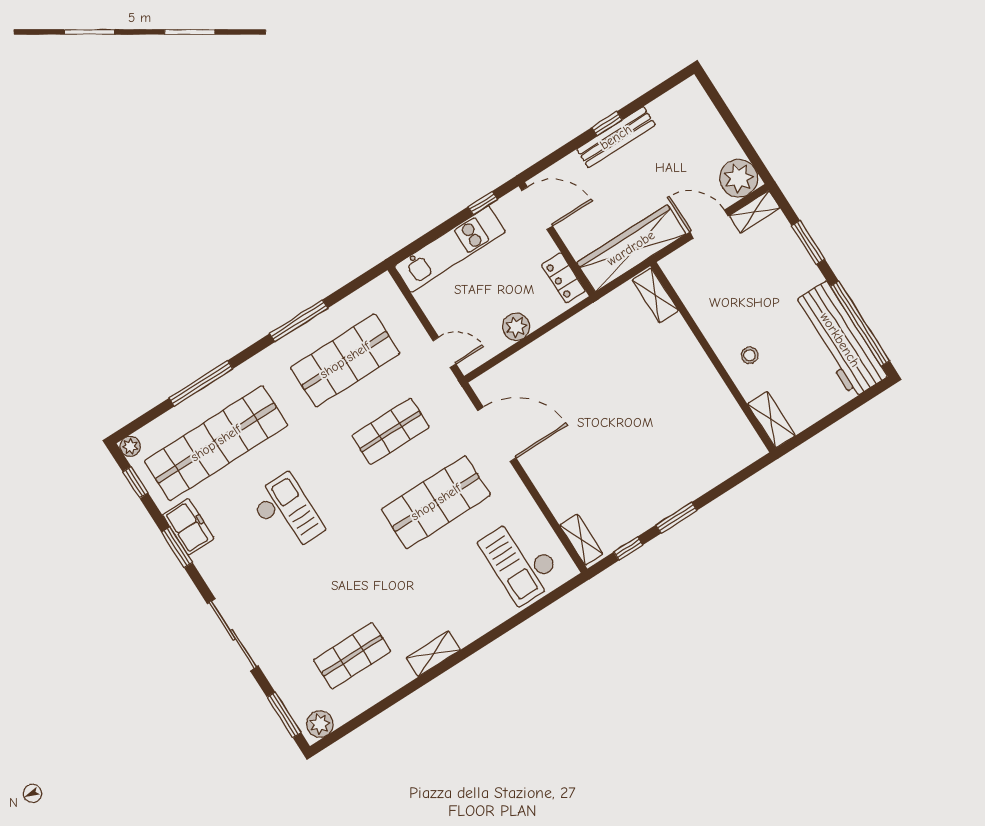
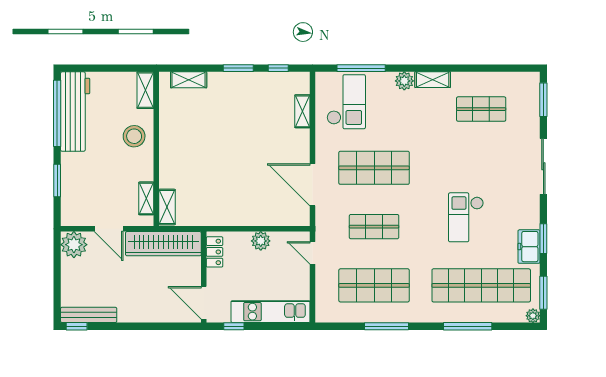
window: (607, 124) -> (77, 326), moved
bench: (616, 137) -> (89, 315), moved
shelving: (755, 212) -> (146, 198), moved, turned 90
stool: (750, 355) -> (134, 136), width x1.89, depth x1.89
shelving: (727, 465) -> (189, 80), added
window: (135, 482) -> (543, 293), width x1.50
shelving: (581, 540) -> (302, 111), moved
window: (528, 612) -> (361, 68), added
plant: (320, 724) -> (404, 81), moved

